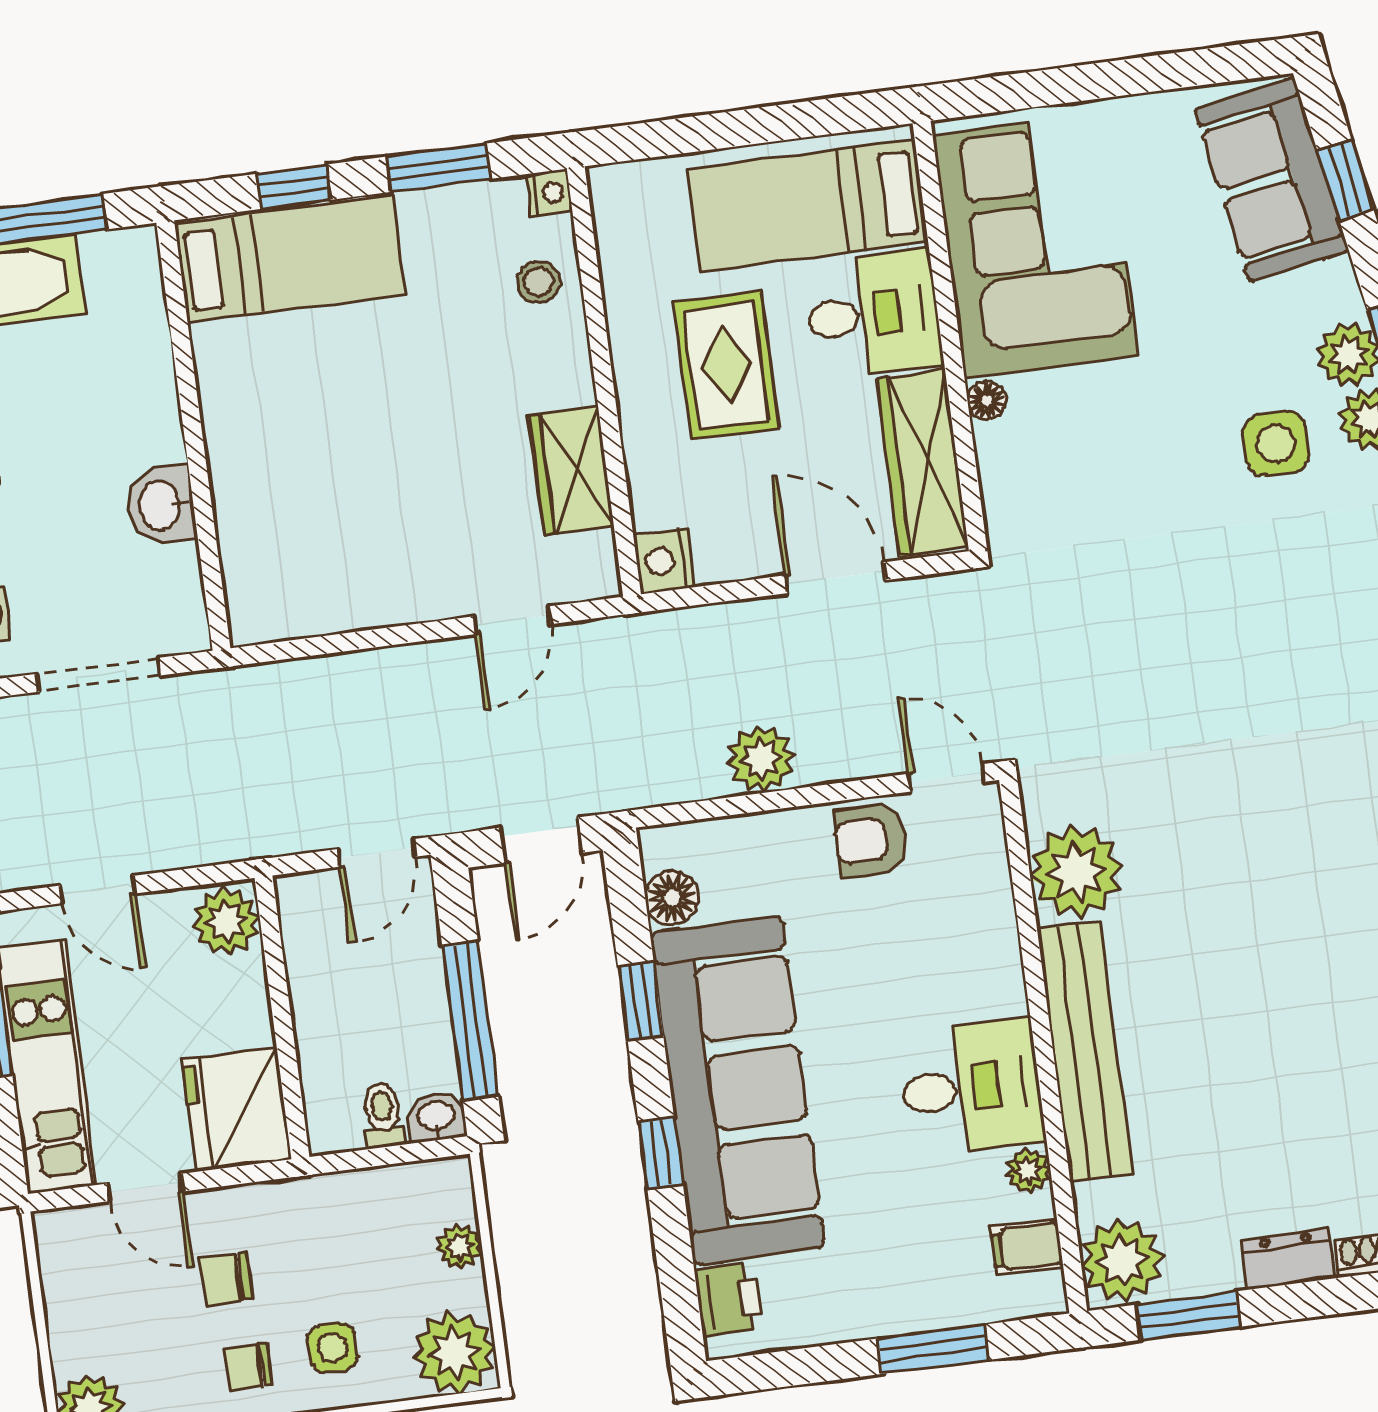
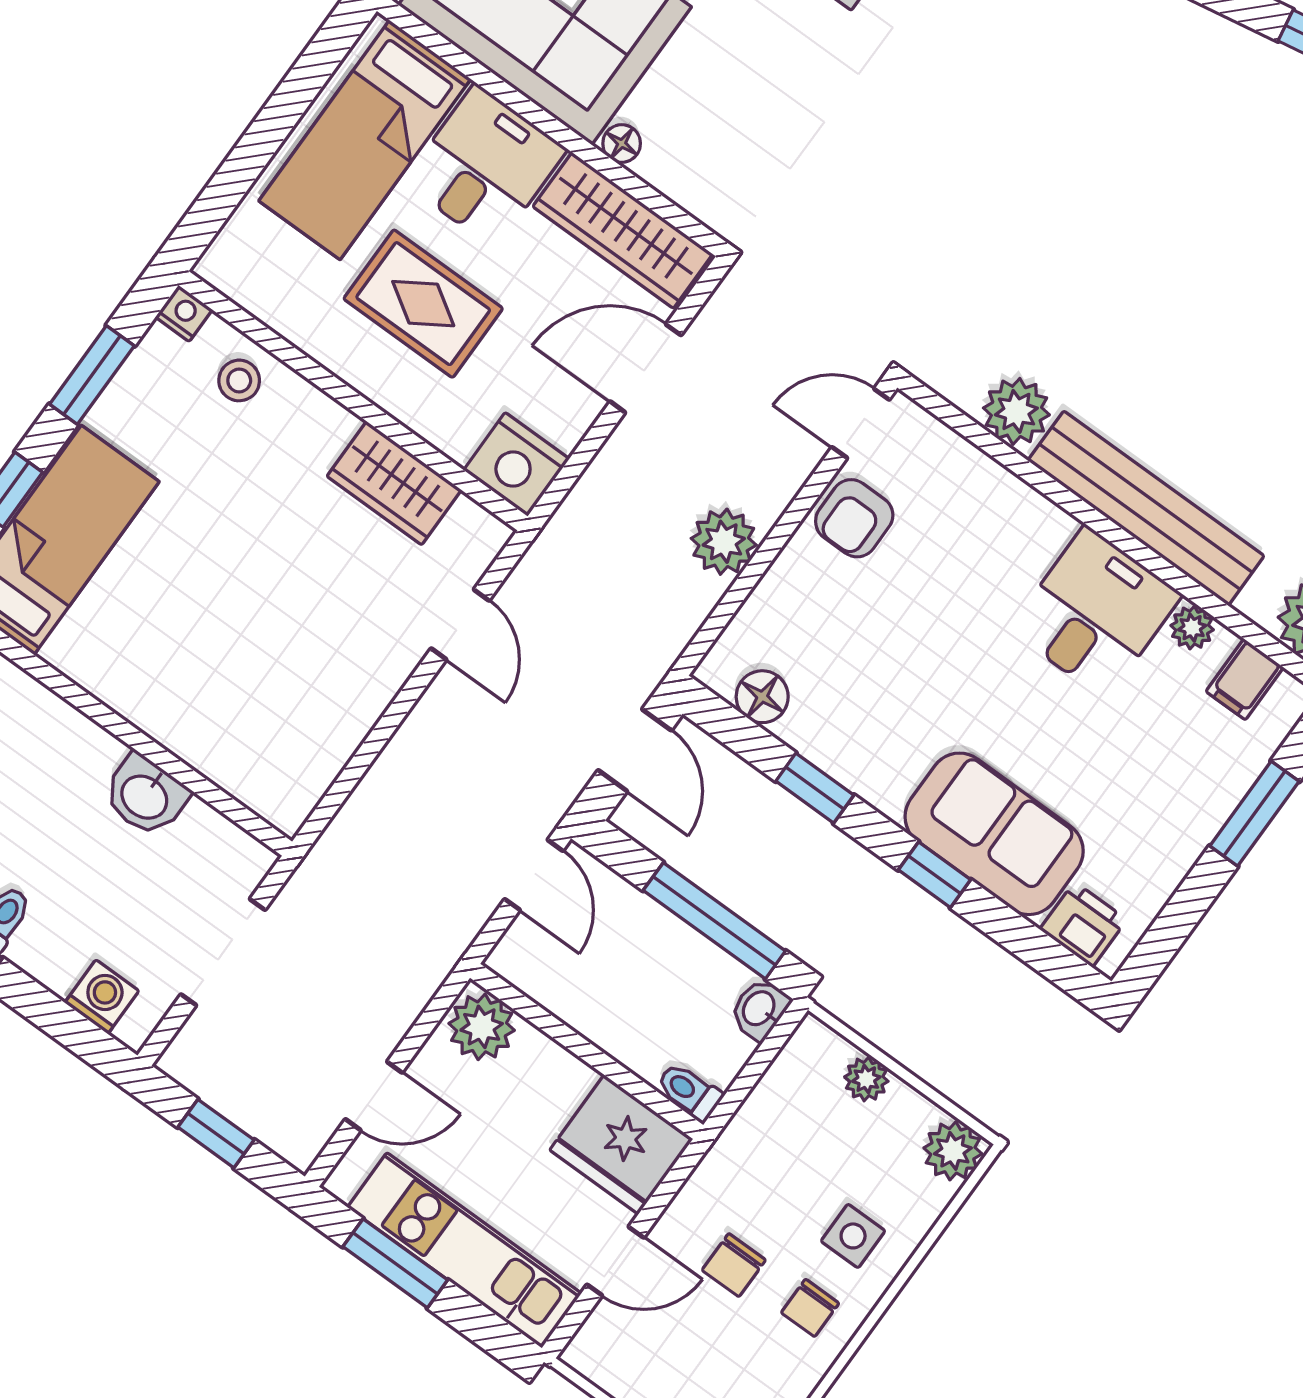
nightstand: (664, 561) -> (516, 464), width x1.36, depth x1.33
plant: (1076, 872) -> (1016, 411), width x0.73, depth x0.73
sofa: (738, 1090) -> (994, 834), width x0.54, depth x0.79
toilet: (383, 1115) -> (689, 1092), moved
plant: (454, 1353) -> (953, 1151), width x0.73, depth x0.73

